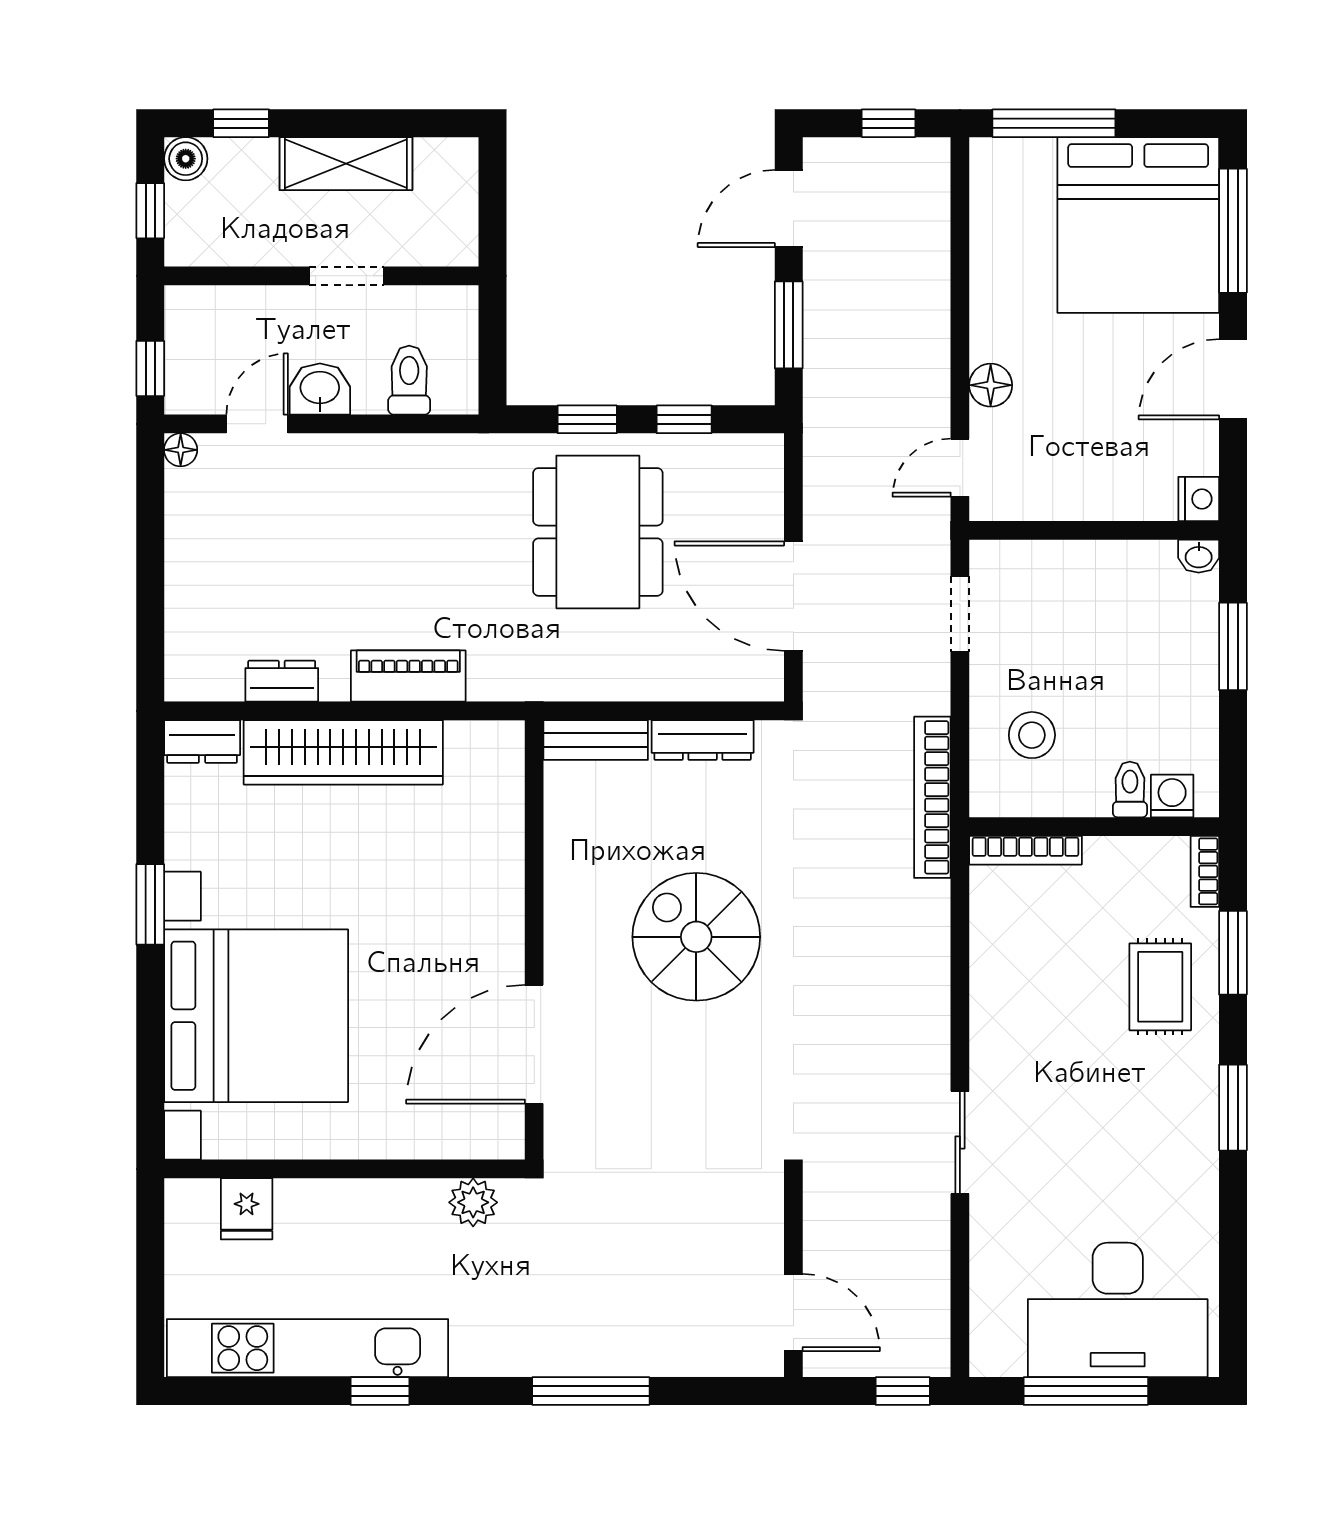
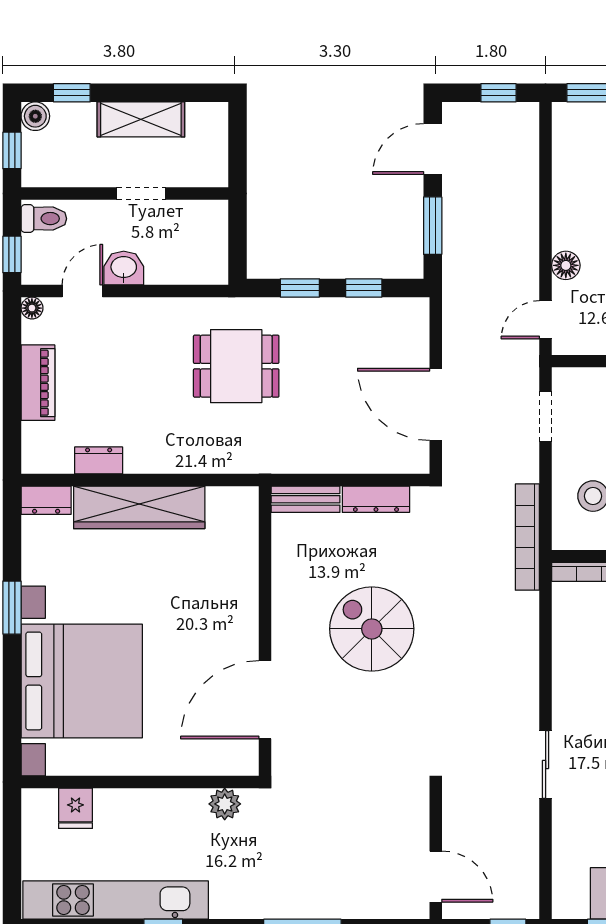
toilet: (409, 380) -> (44, 219), moved, turned 90
dining table: (598, 532) -> (236, 366), moved, width x0.73
piano: (408, 676) -> (38, 383), moved, turned 90

